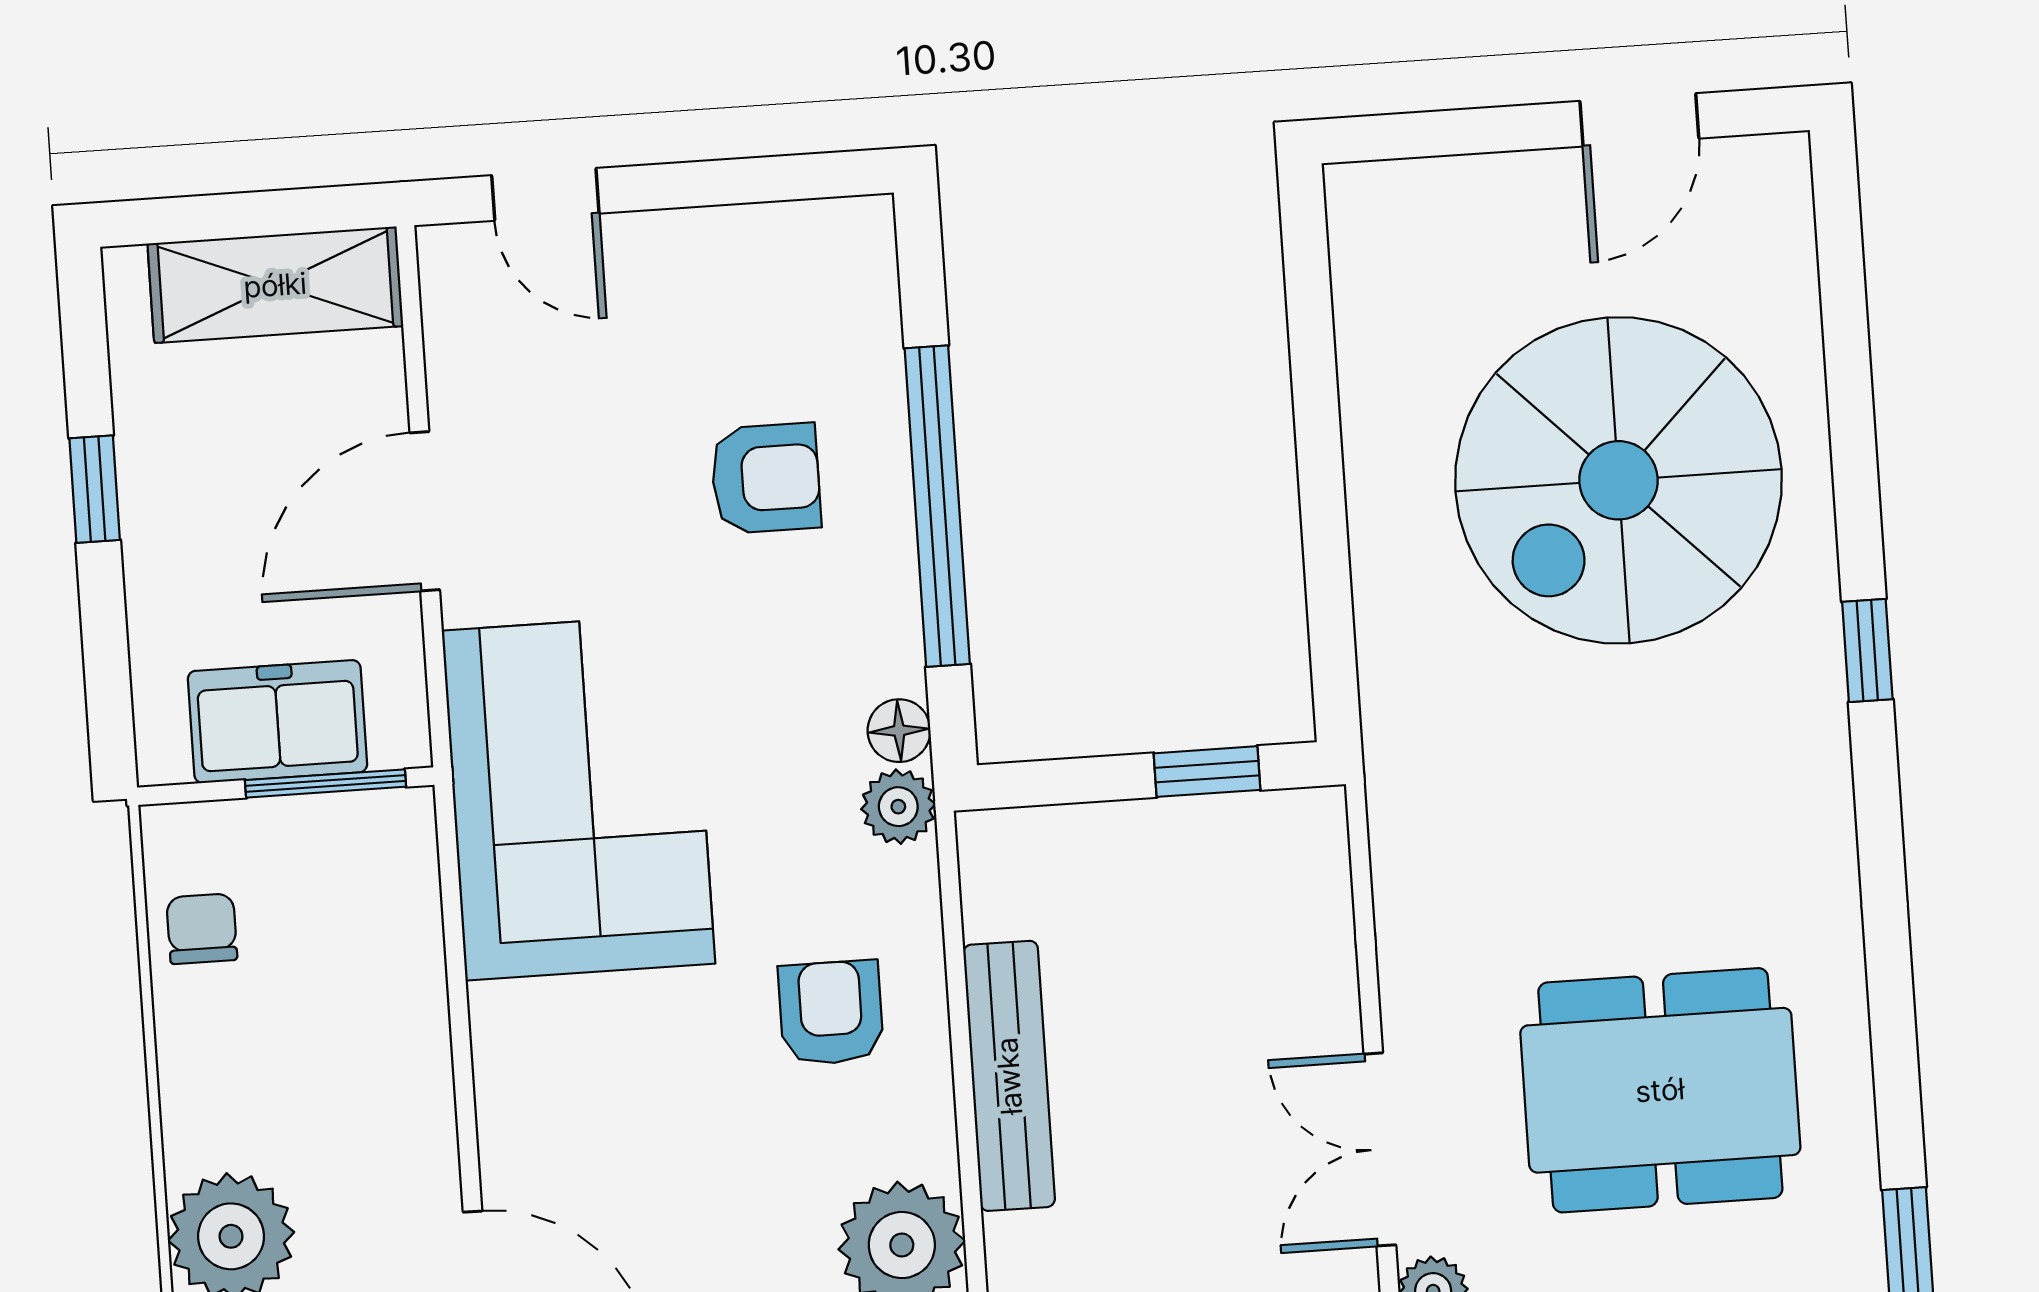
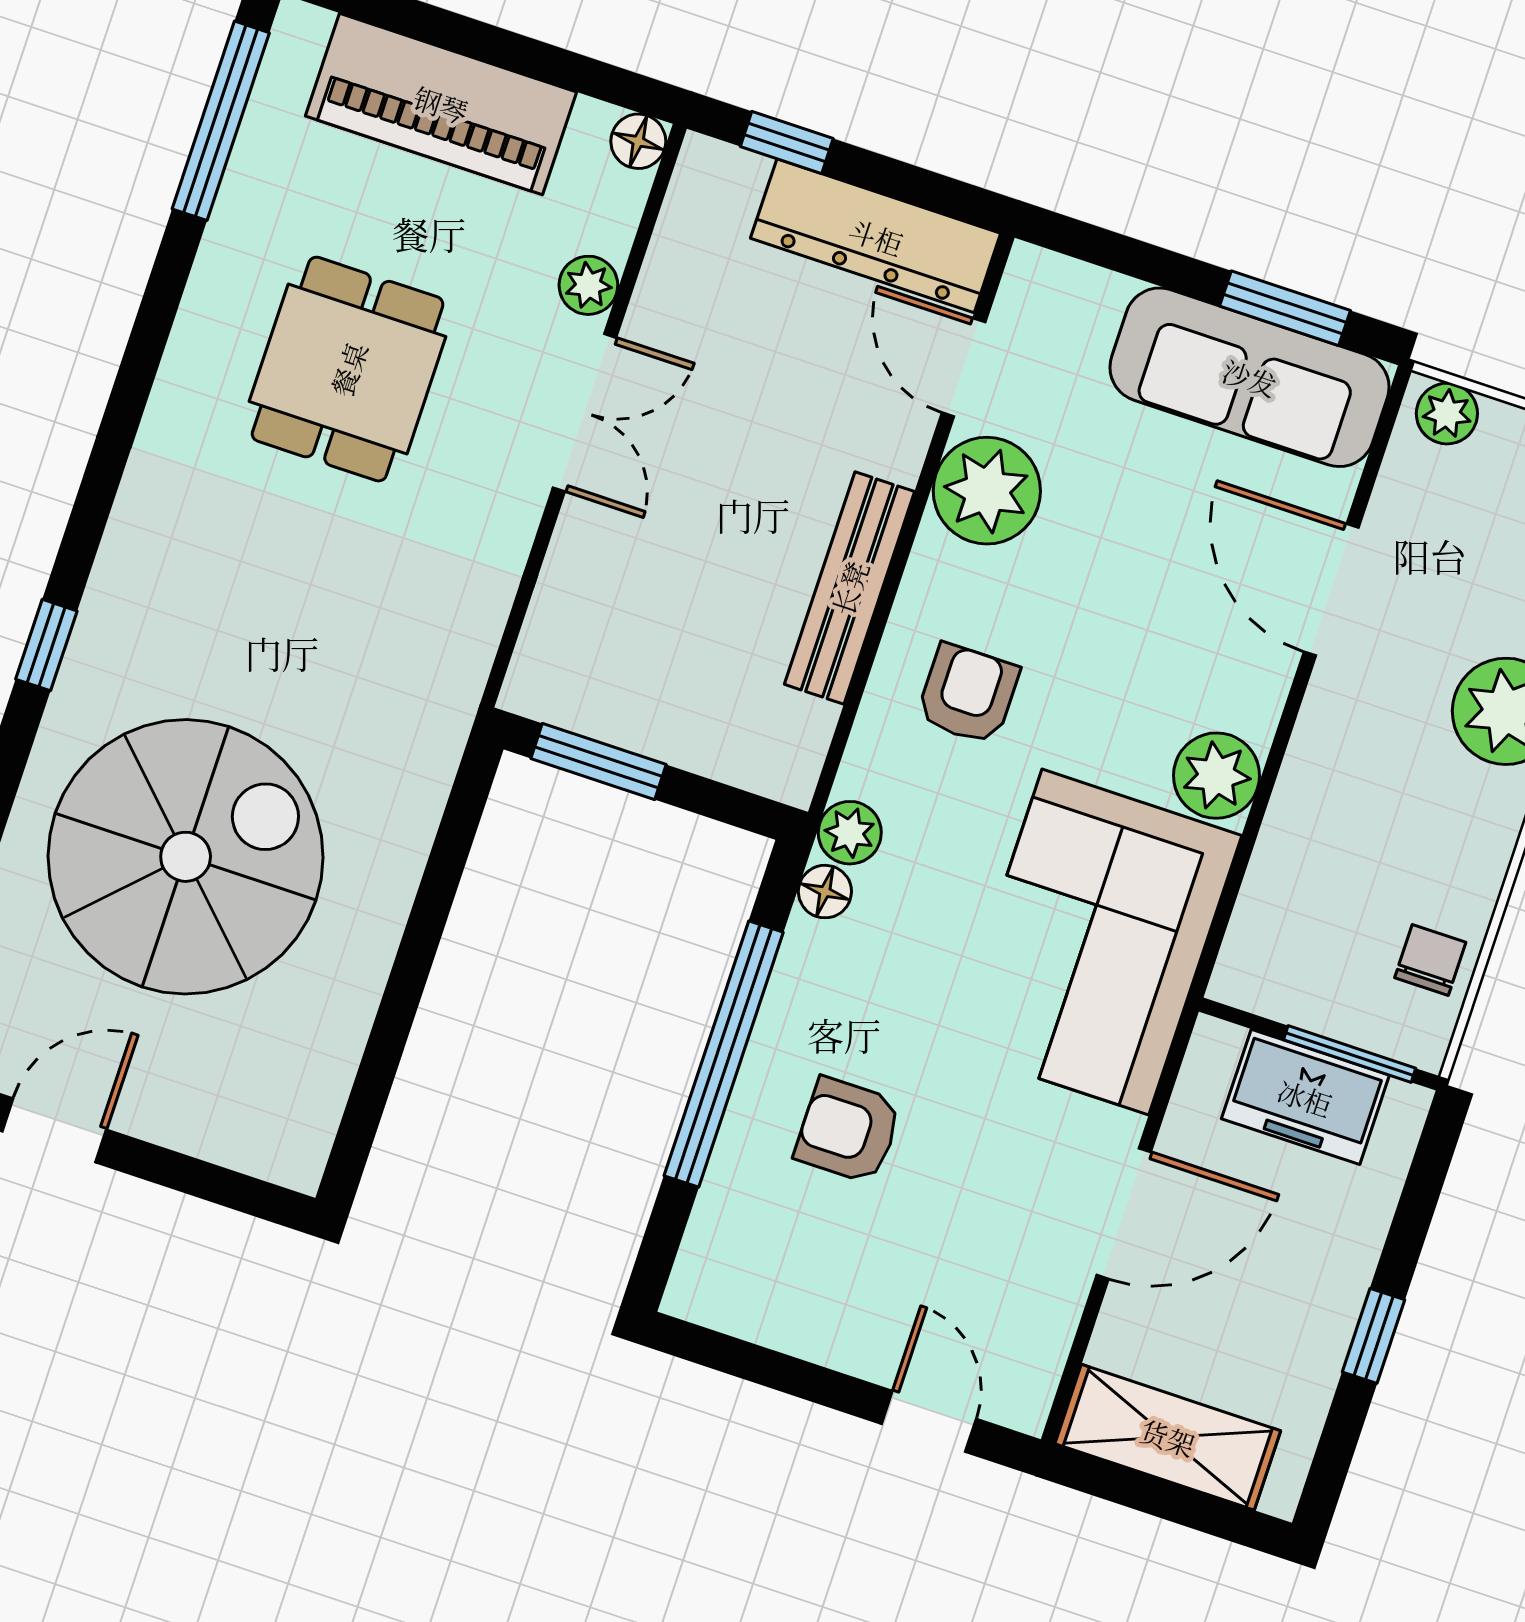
window: (1207, 772) -> (598, 761), width x1.50
window: (325, 783) -> (1350, 1054), moved
chair: (202, 929) -> (1430, 960), turned 180
armchair: (831, 1013) -> (968, 694), turned 180
plant: (520, 1035) -> (1216, 776), added
dining table: (1660, 1090) -> (348, 369), width x0.73

